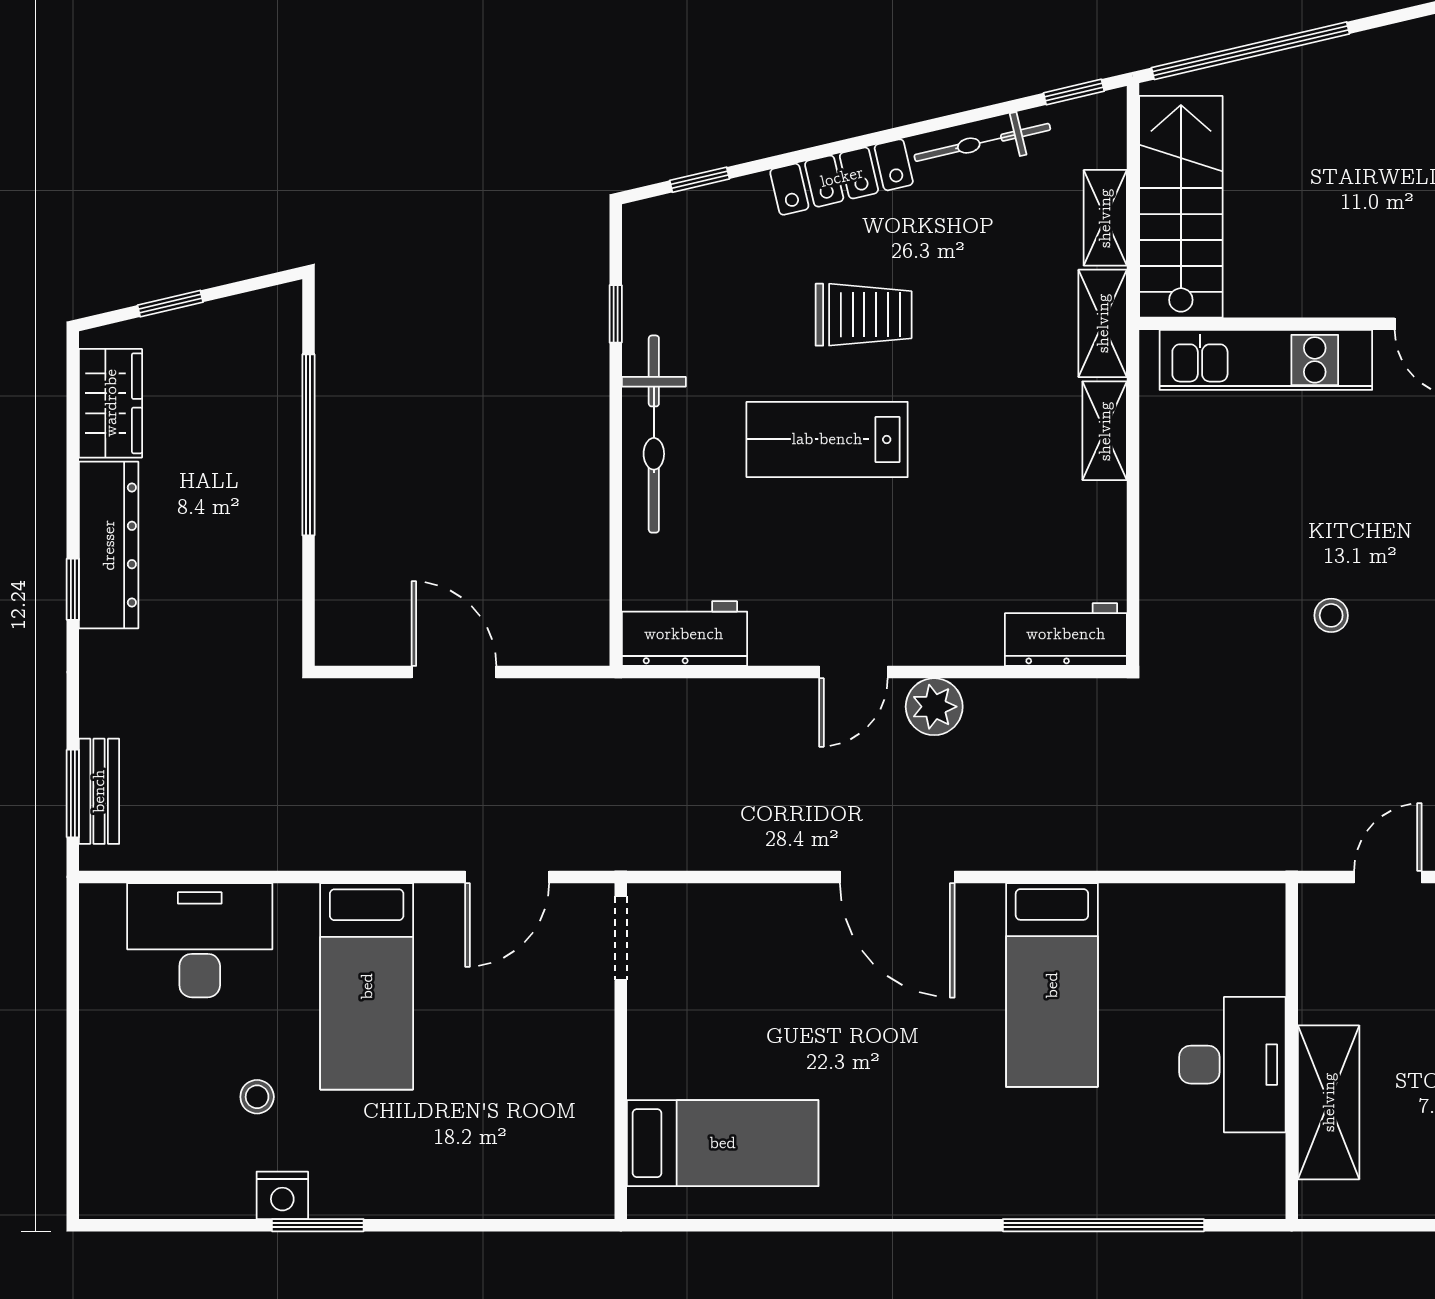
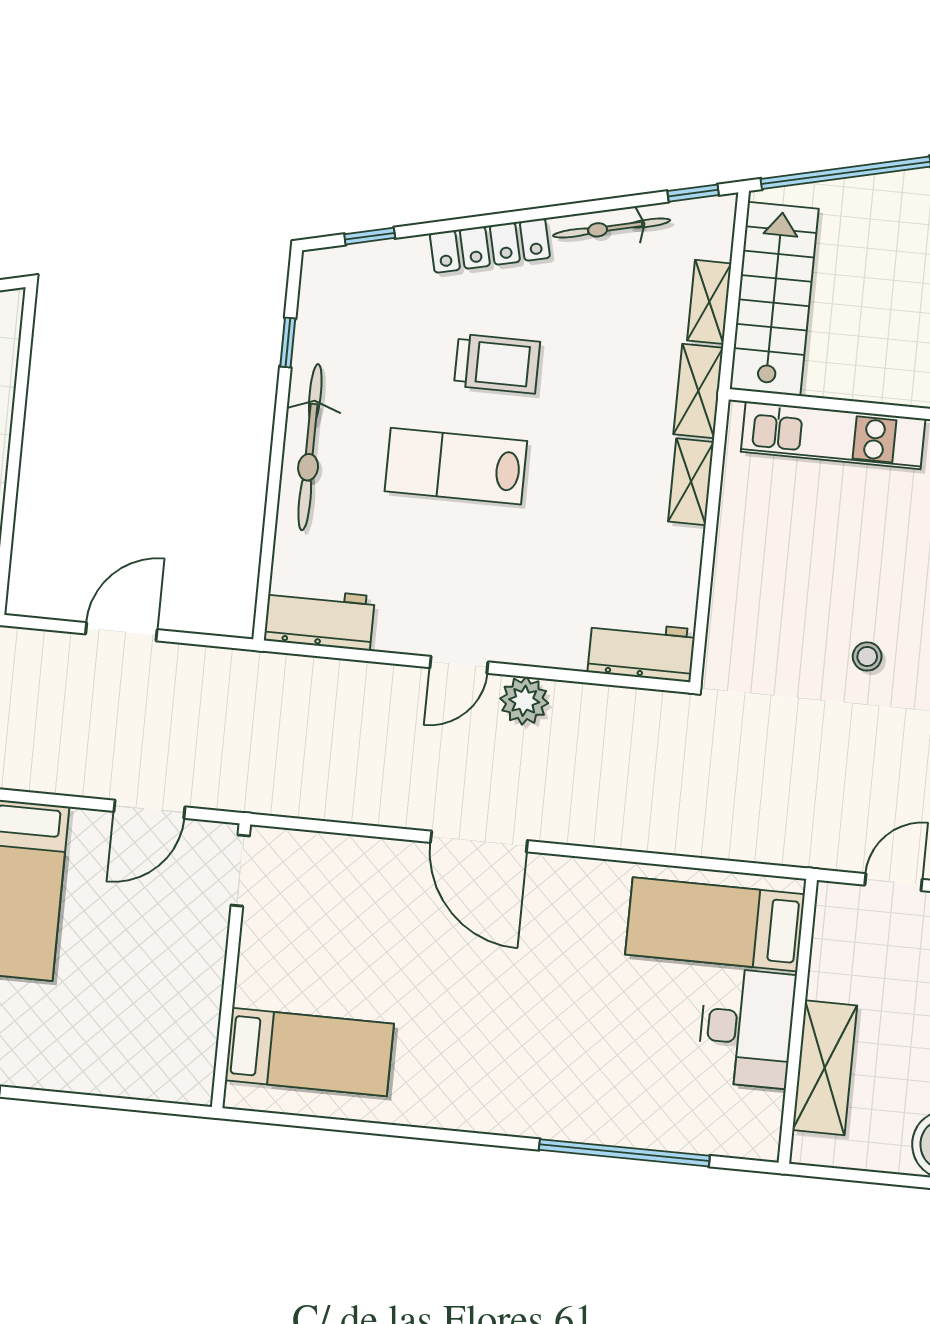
window: (308, 445) -> (17, 428), removed
door: (454, 672) -> (121, 632), hinge flipped
bed: (1052, 985) -> (715, 924), moved, turned 90

